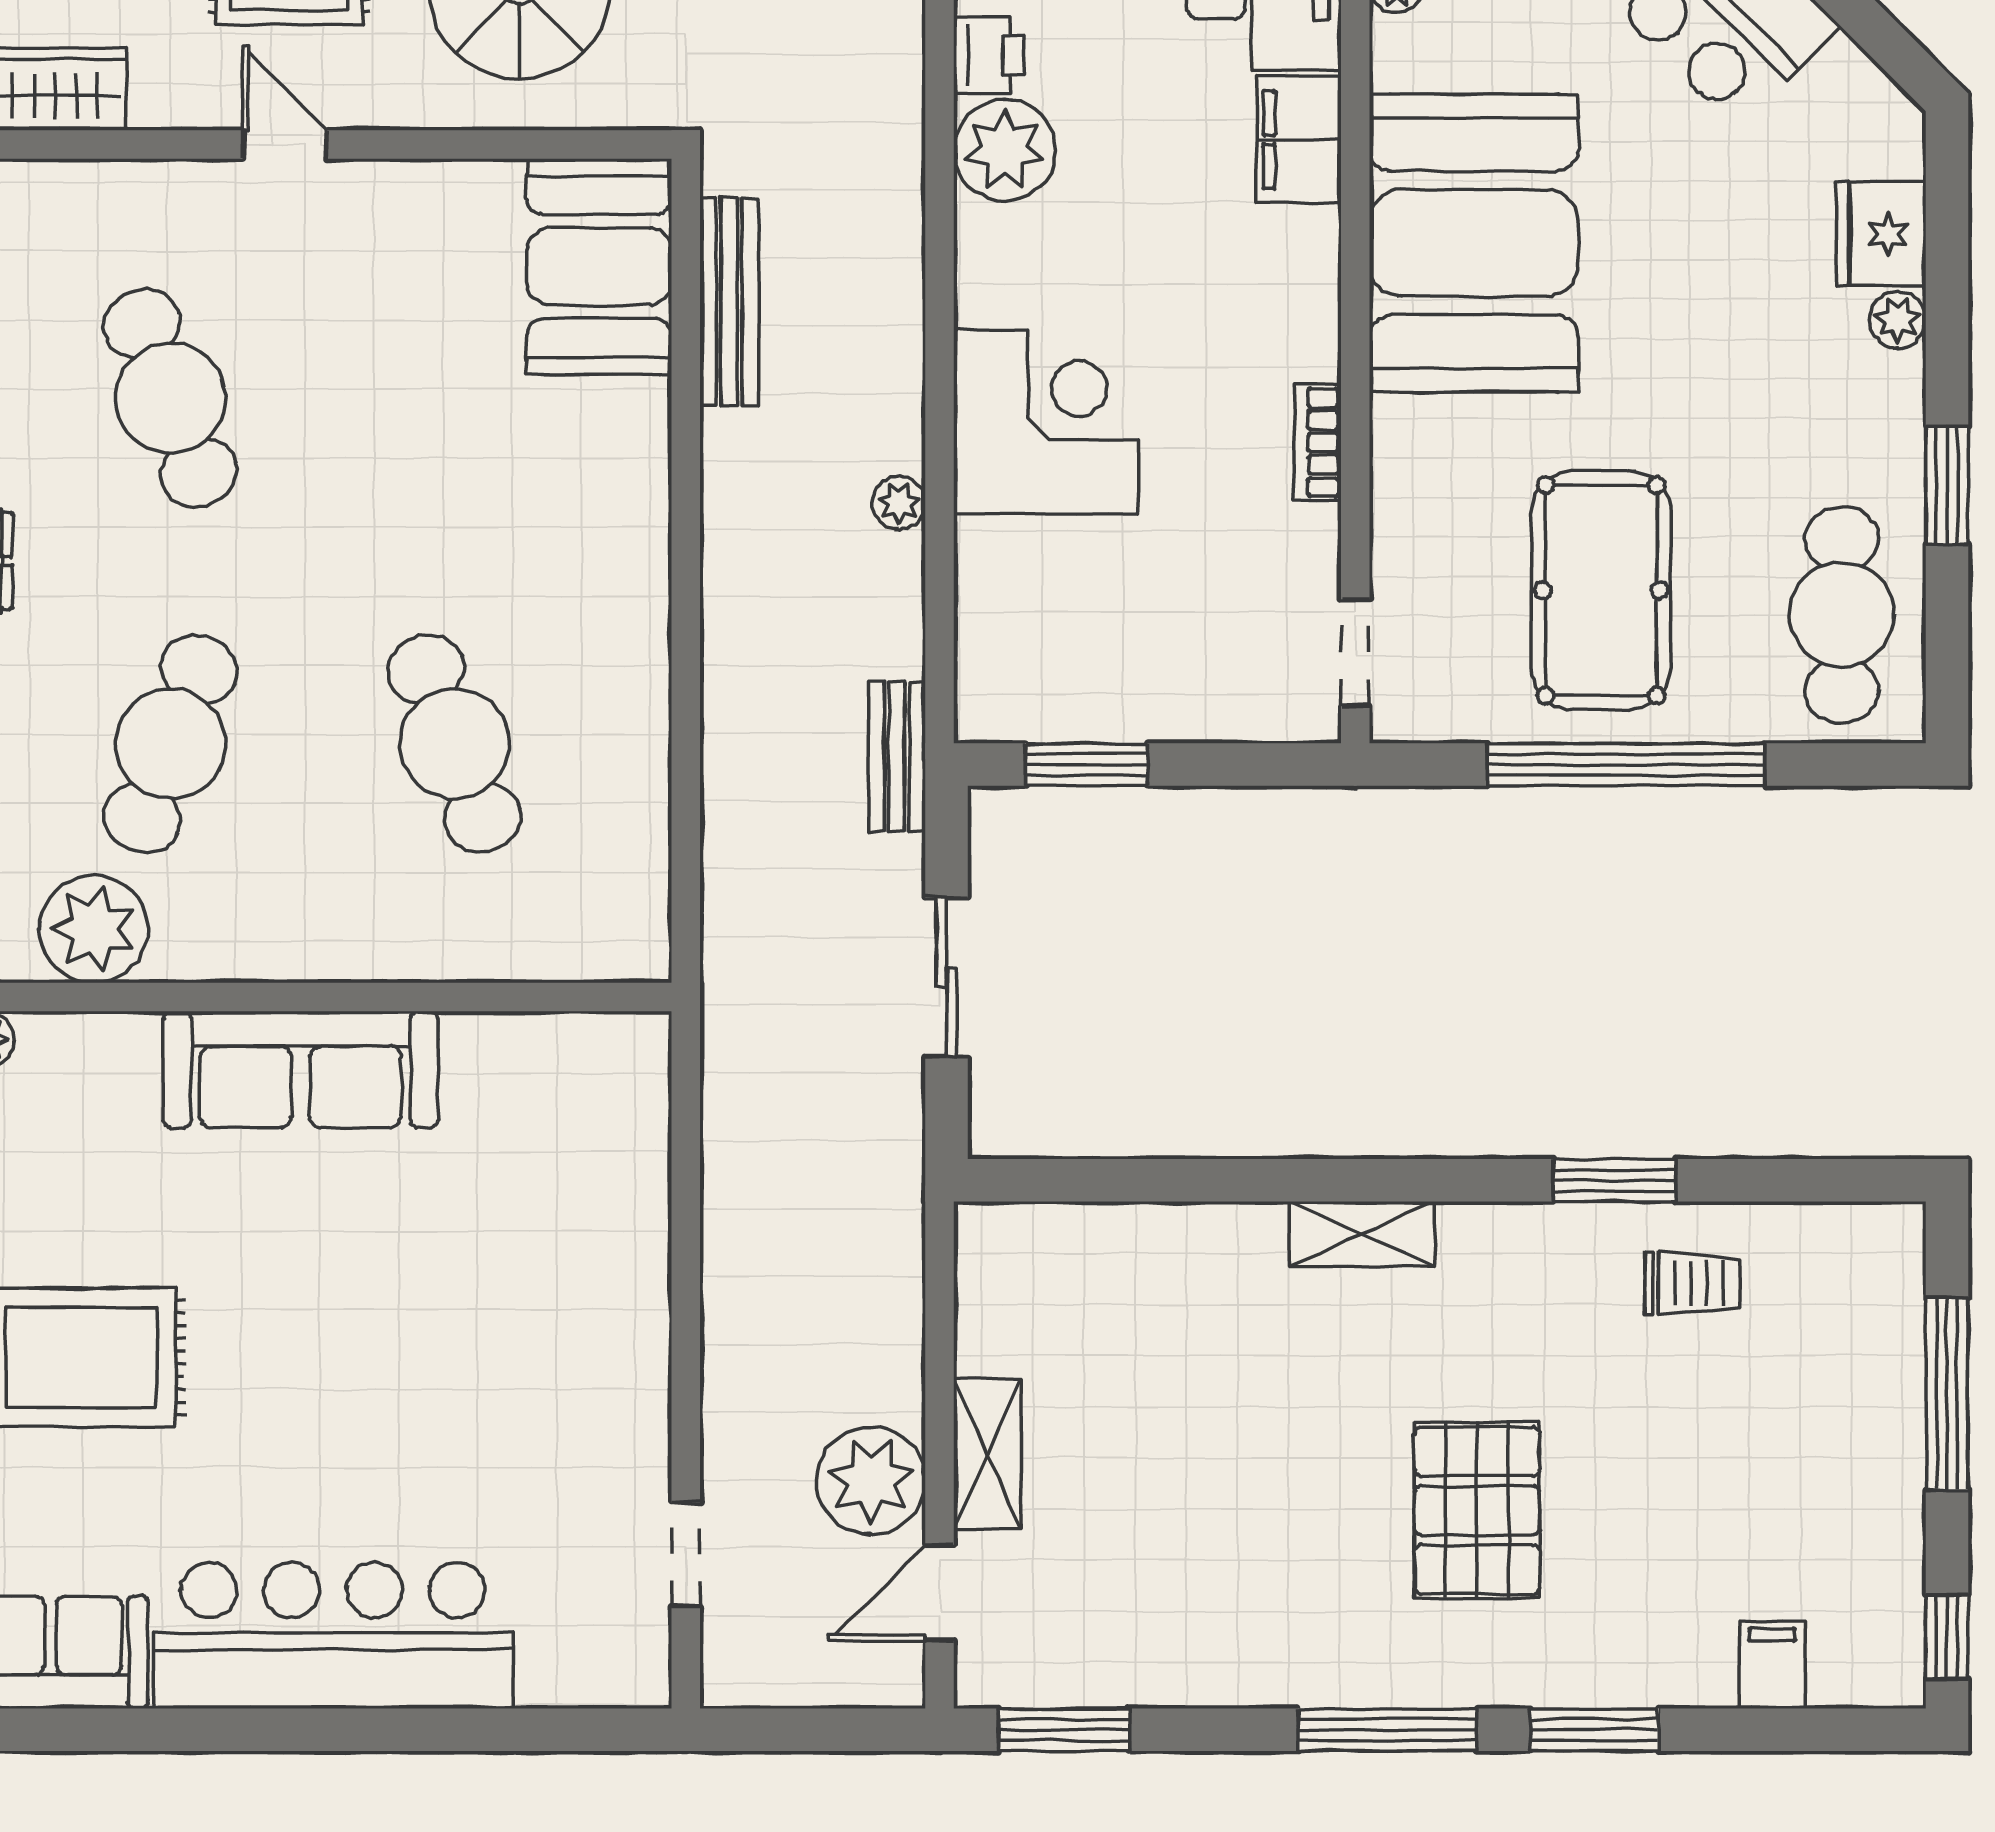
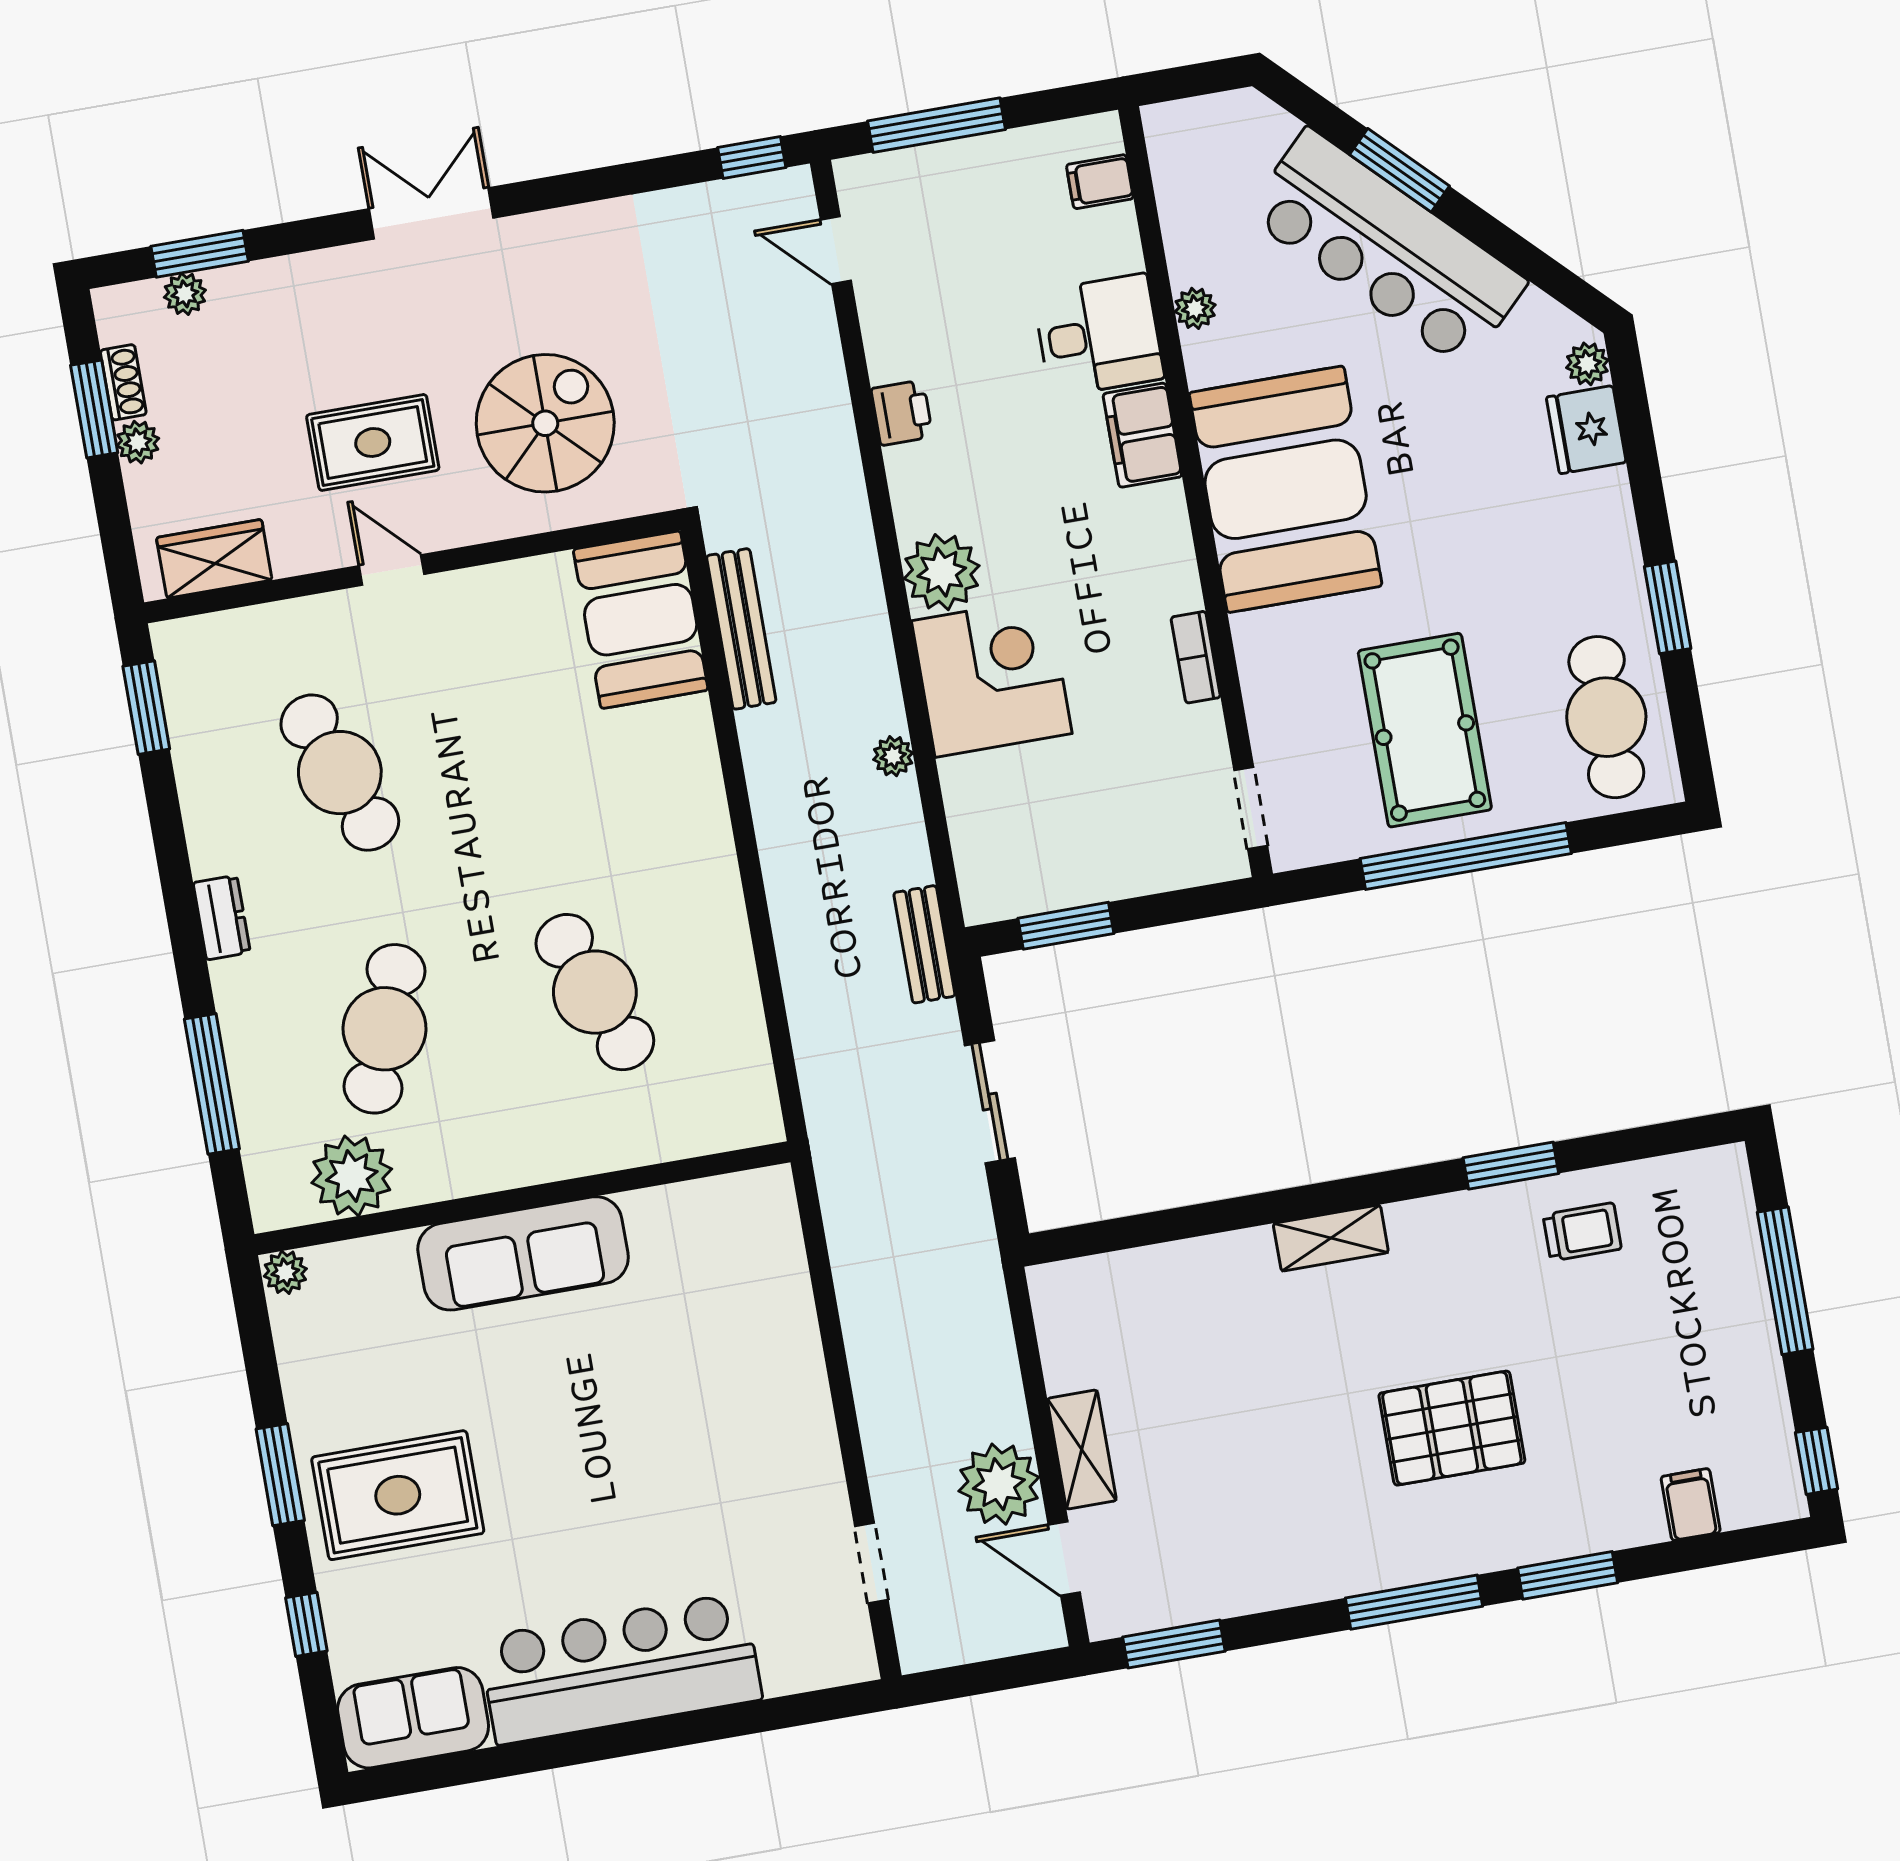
plant: (1005, 150) -> (942, 572), moved
plant: (1898, 320) -> (1587, 364), moved
pallet: (1477, 1511) -> (1452, 1428), turned 90
door: (939, 1593) -> (1064, 1559), hinge flipped

